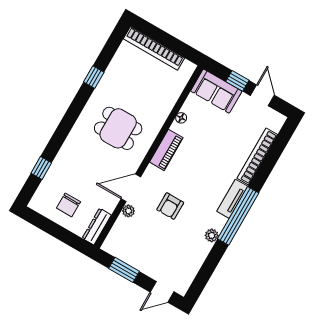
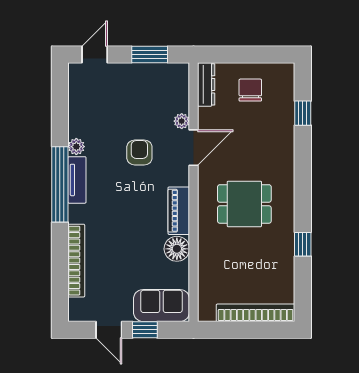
floor lamp: (181, 118) -> (177, 249), width x1.89, depth x1.89
tv unit: (232, 199) -> (77, 180), moved

